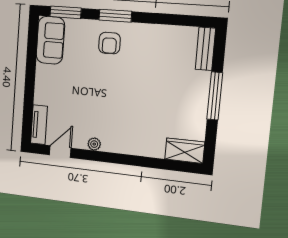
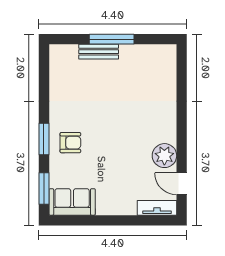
bench: (205, 49) -> (99, 52), moved
plant: (94, 144) -> (164, 156), width x1.88, depth x1.88
wardrobe: (185, 151) -> (166, 62), removed

